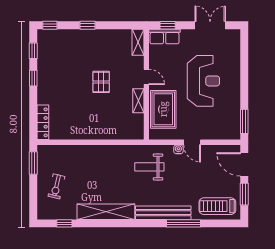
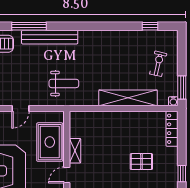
door: (146, 77) -> (67, 175), hinge flipped
pallet: (101, 82) -> (141, 162), moved, turned 90
door: (192, 142) -> (20, 109), swing flipped
water cooler: (178, 149) -> (173, 101), moved
shelving: (106, 212) -> (128, 98), moved

